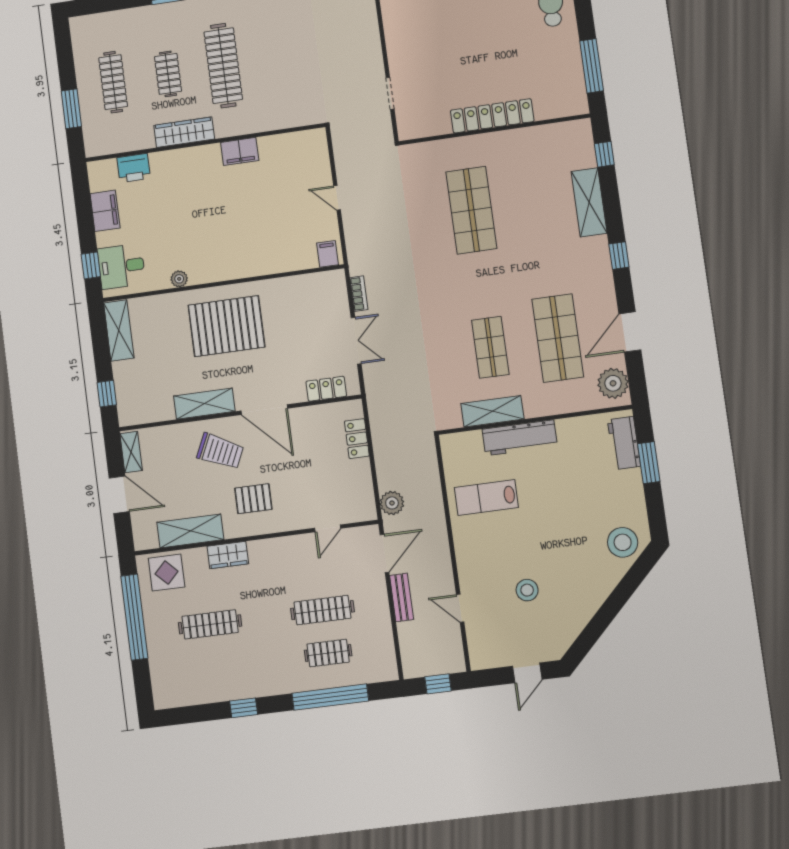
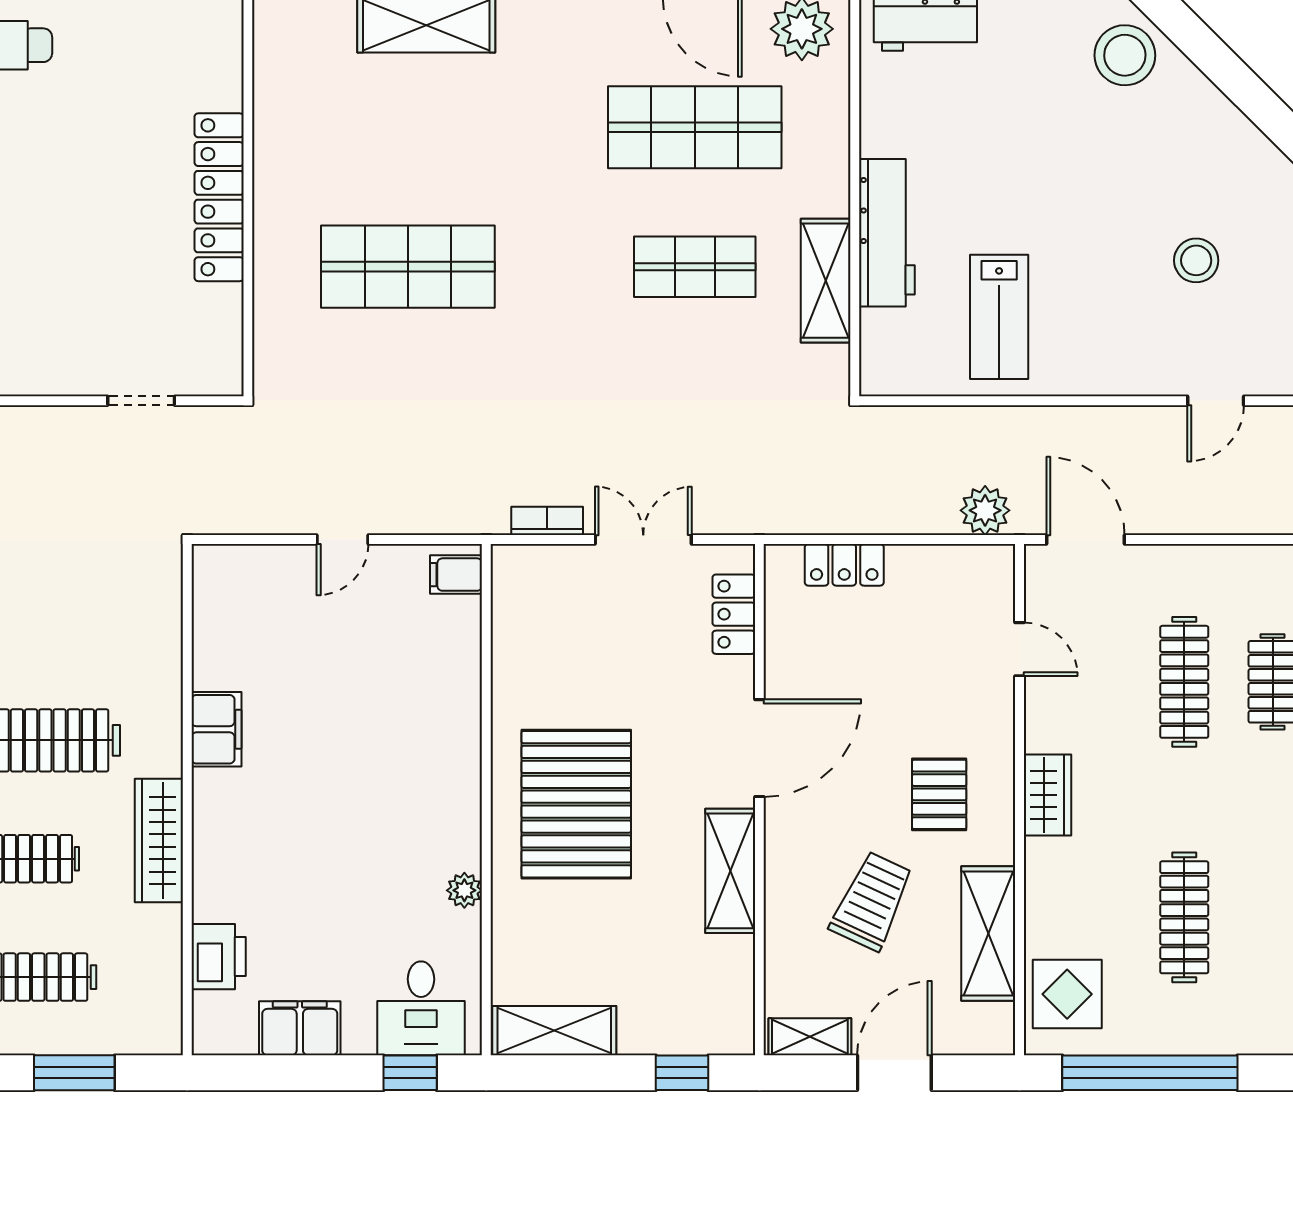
trolley: (220, 451) -> (872, 901), moved
wardrobe: (228, 555) -> (1047, 795), moved
bench: (402, 597) -> (1179, 517), removed

